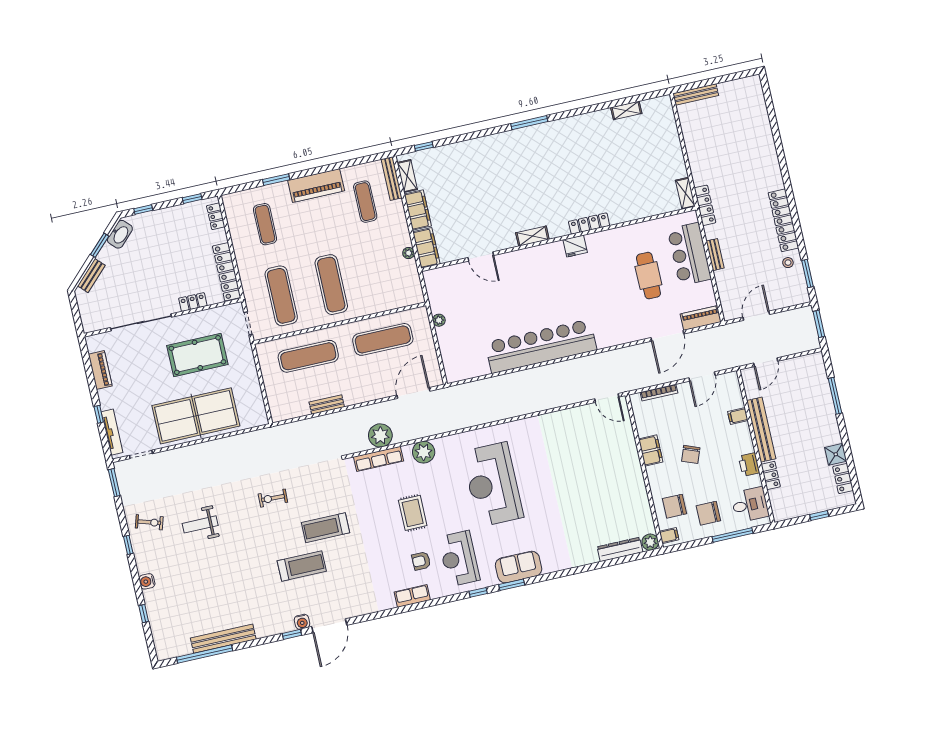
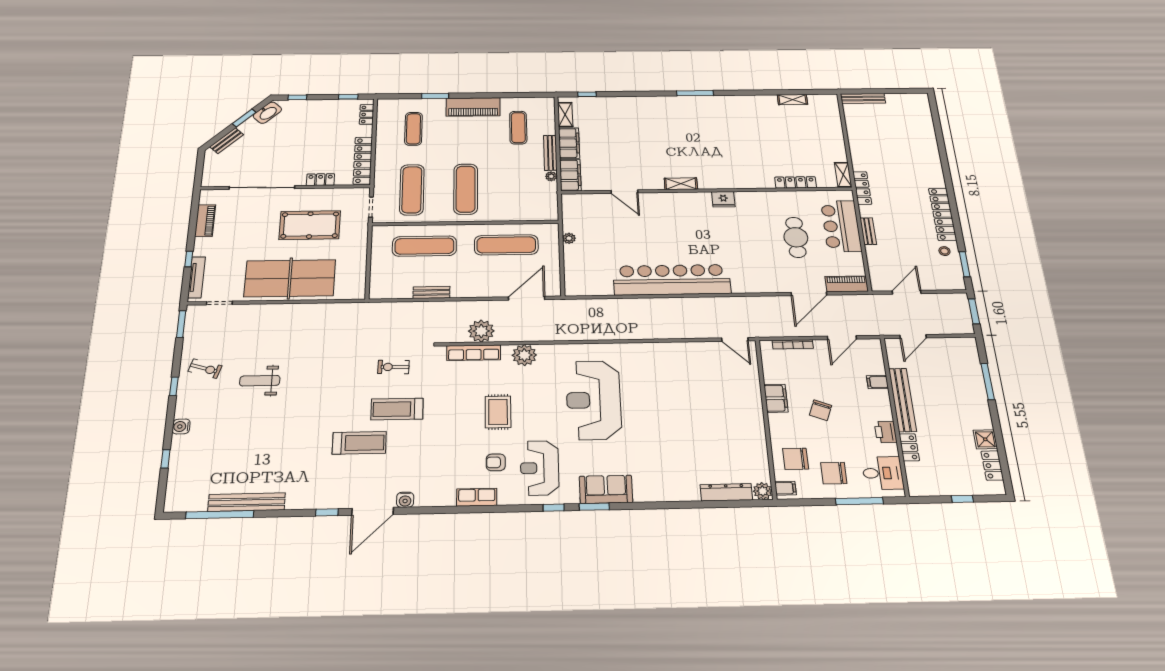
bench: (392, 179) -> (550, 153), moved
locker: (589, 224) -> (796, 182), moved
exercise bike: (273, 498) -> (393, 367), moved
water cooler: (302, 622) -> (405, 500), moved

